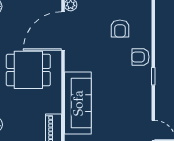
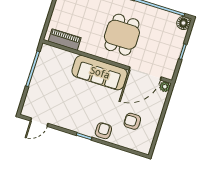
door: (63, 31) -> (145, 74), swing flipped
sofa: (78, 103) -> (100, 73), moved

